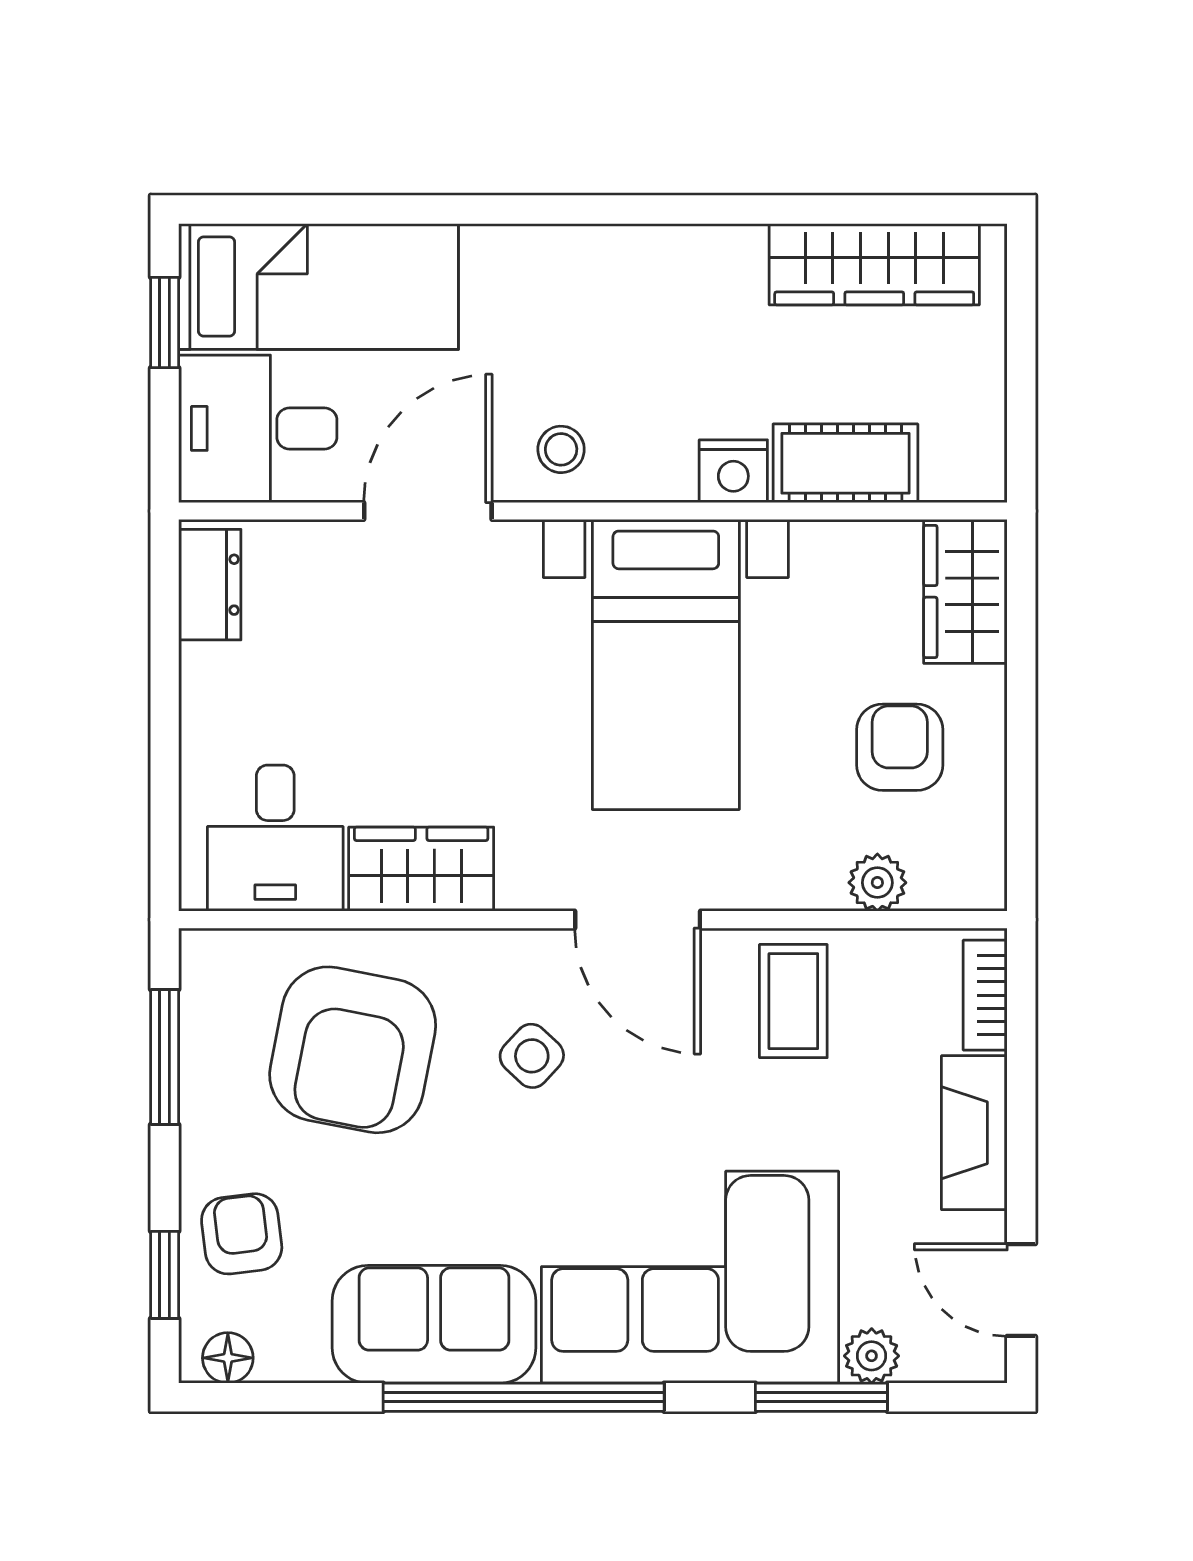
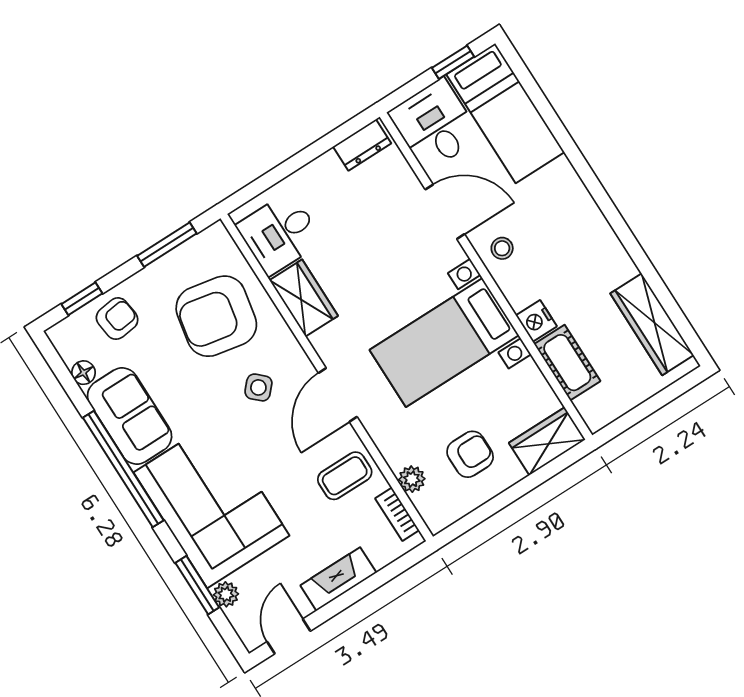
bookcase: (985, 995) -> (397, 514), moved, turned -90
floor lamp: (228, 1358) -> (83, 373), moved

